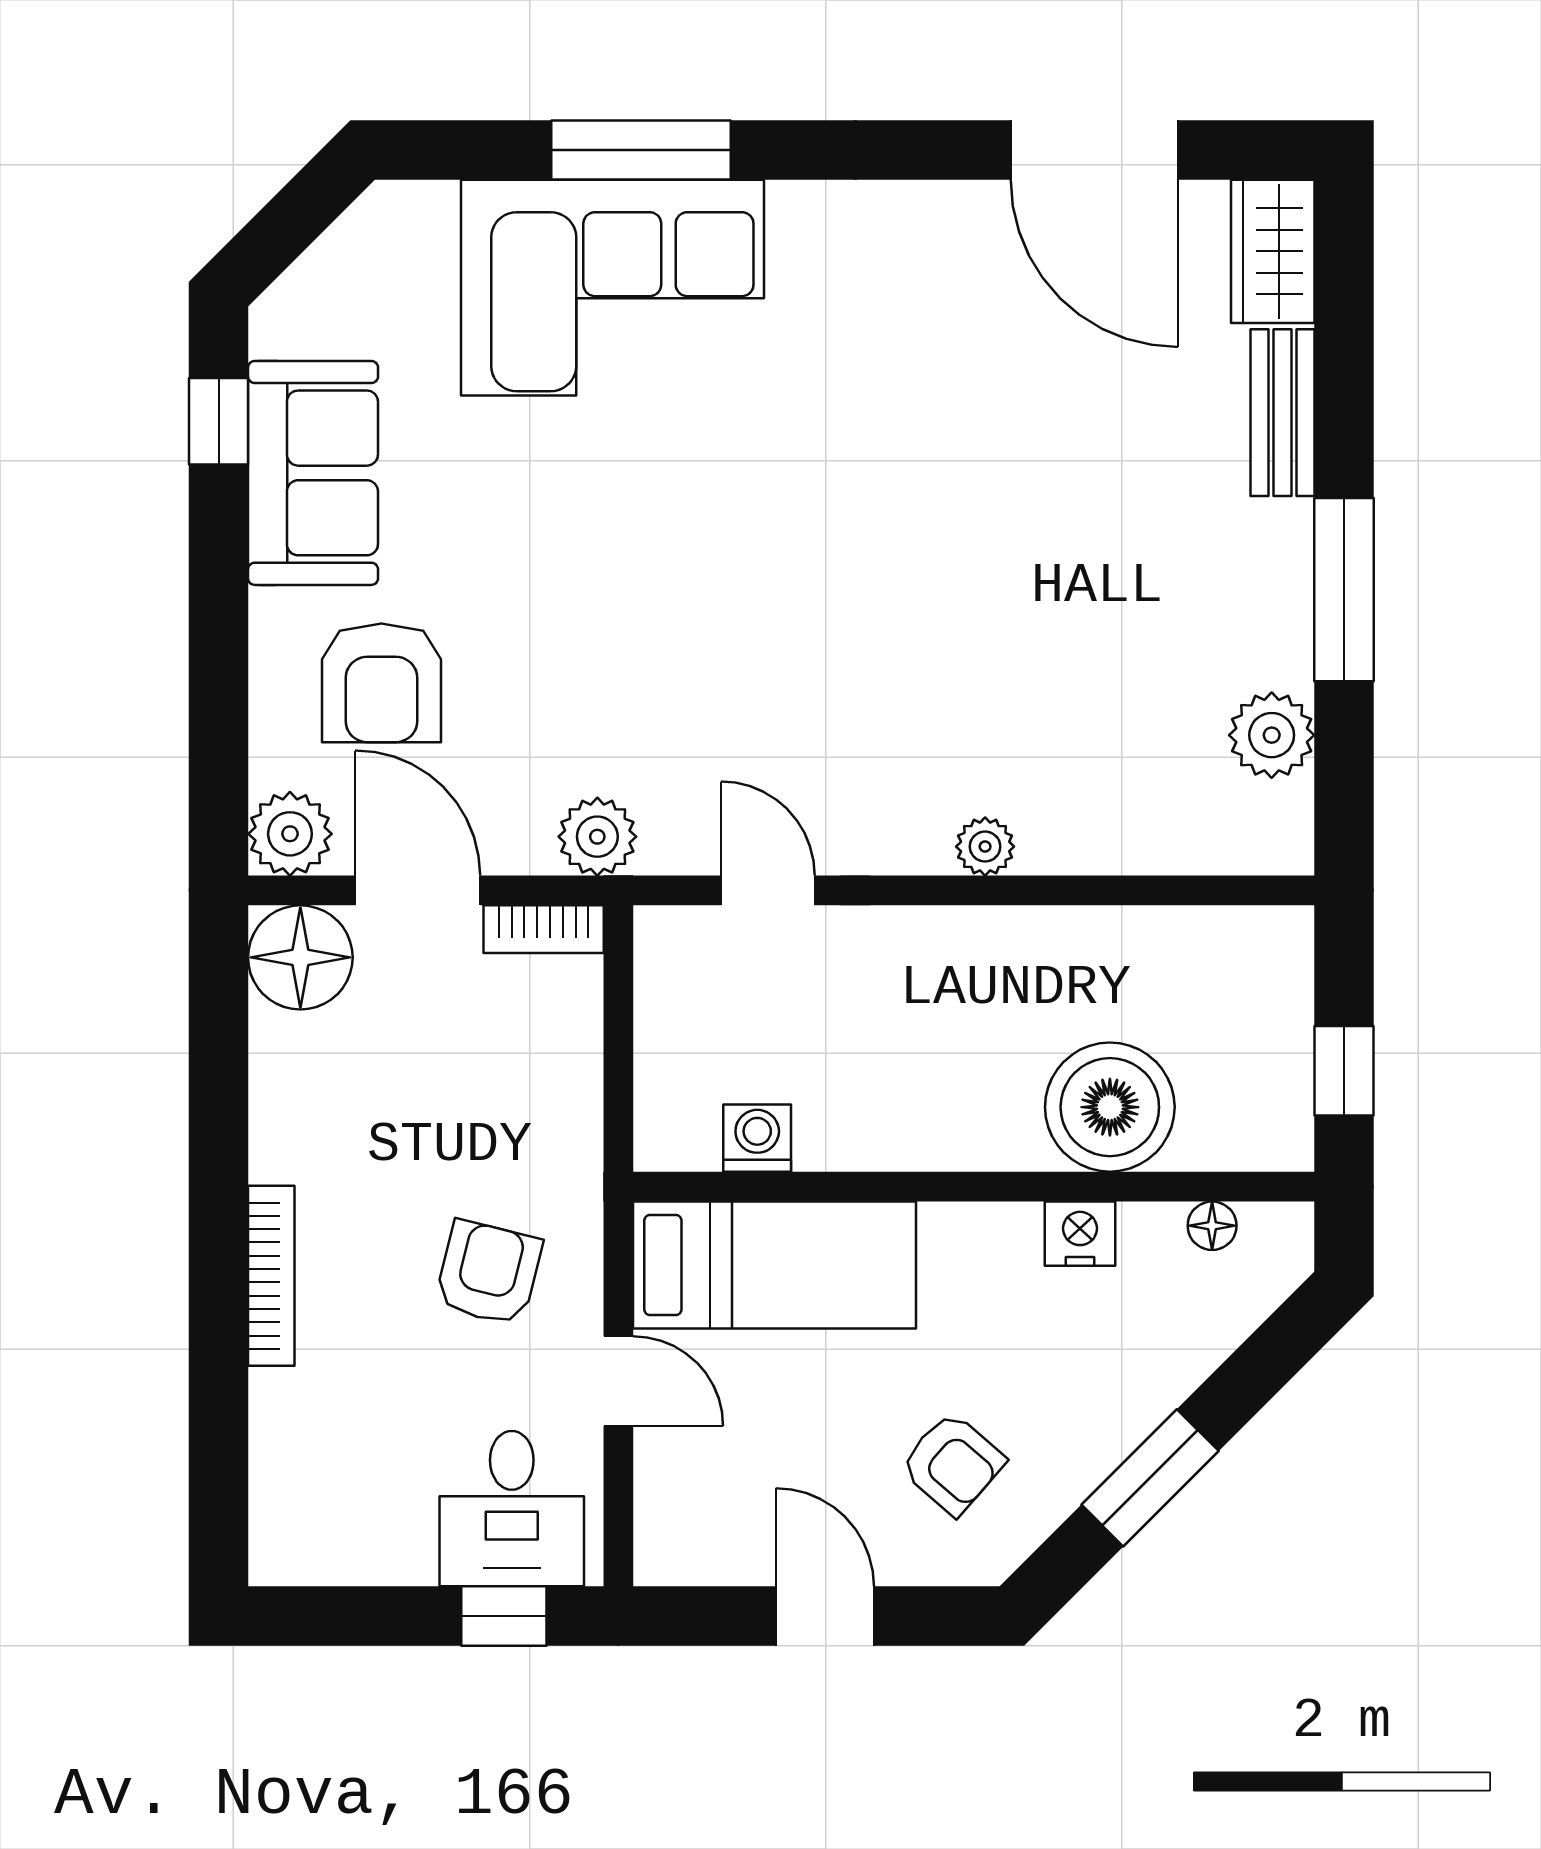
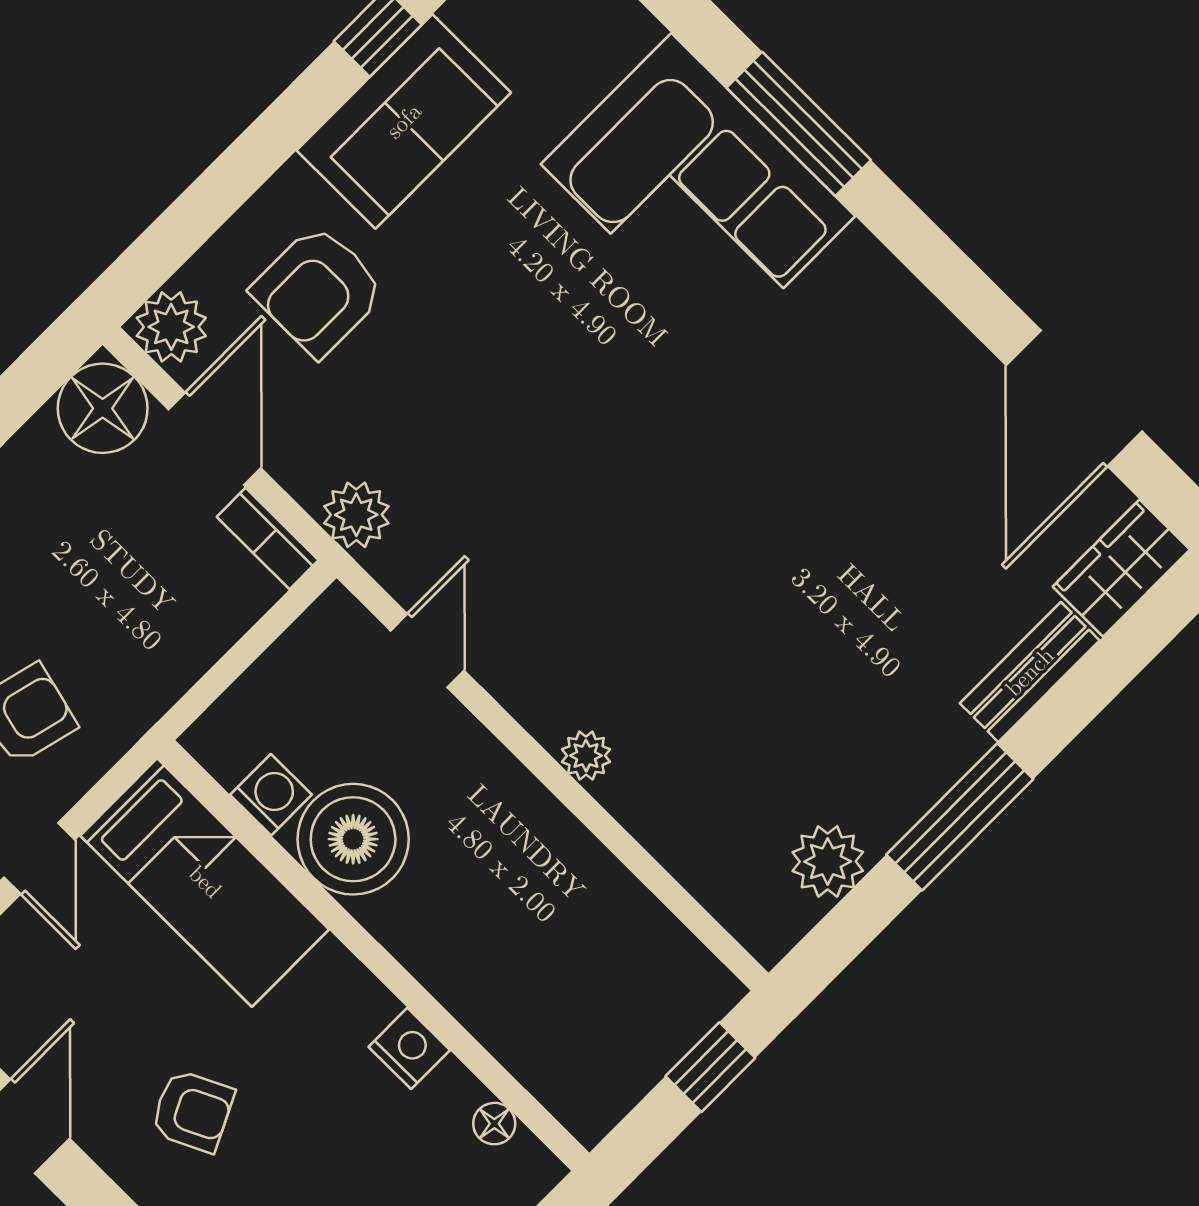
window: (1344, 1071) -> (710, 1067), moved
boiler: (1110, 1107) -> (353, 839), moved
armchair: (953, 1464) -> (192, 1111), turned -67

